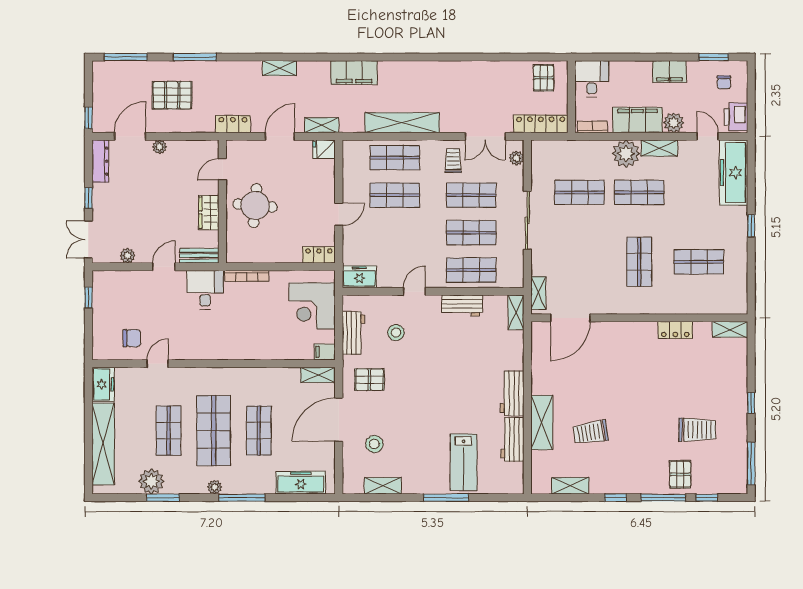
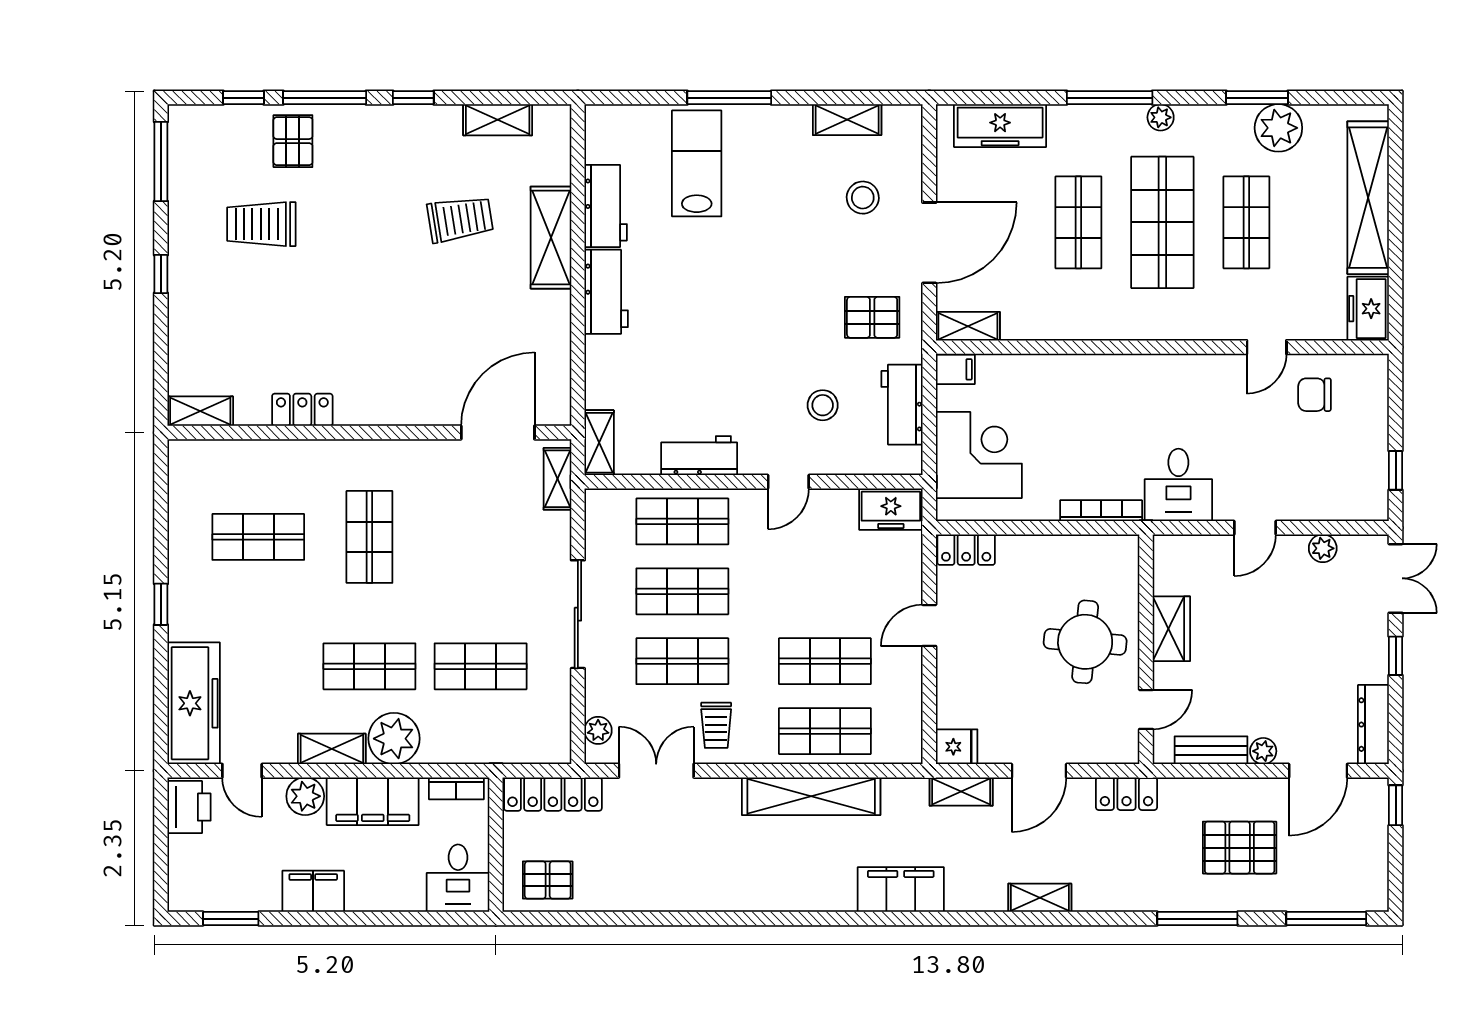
pallet: (544, 78) -> (548, 880), turned 90
chair: (724, 82) -> (212, 871), removed
bench: (199, 256) -> (1211, 750), moved

